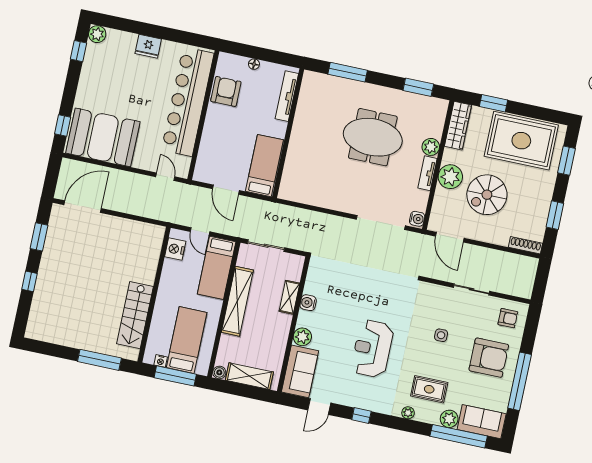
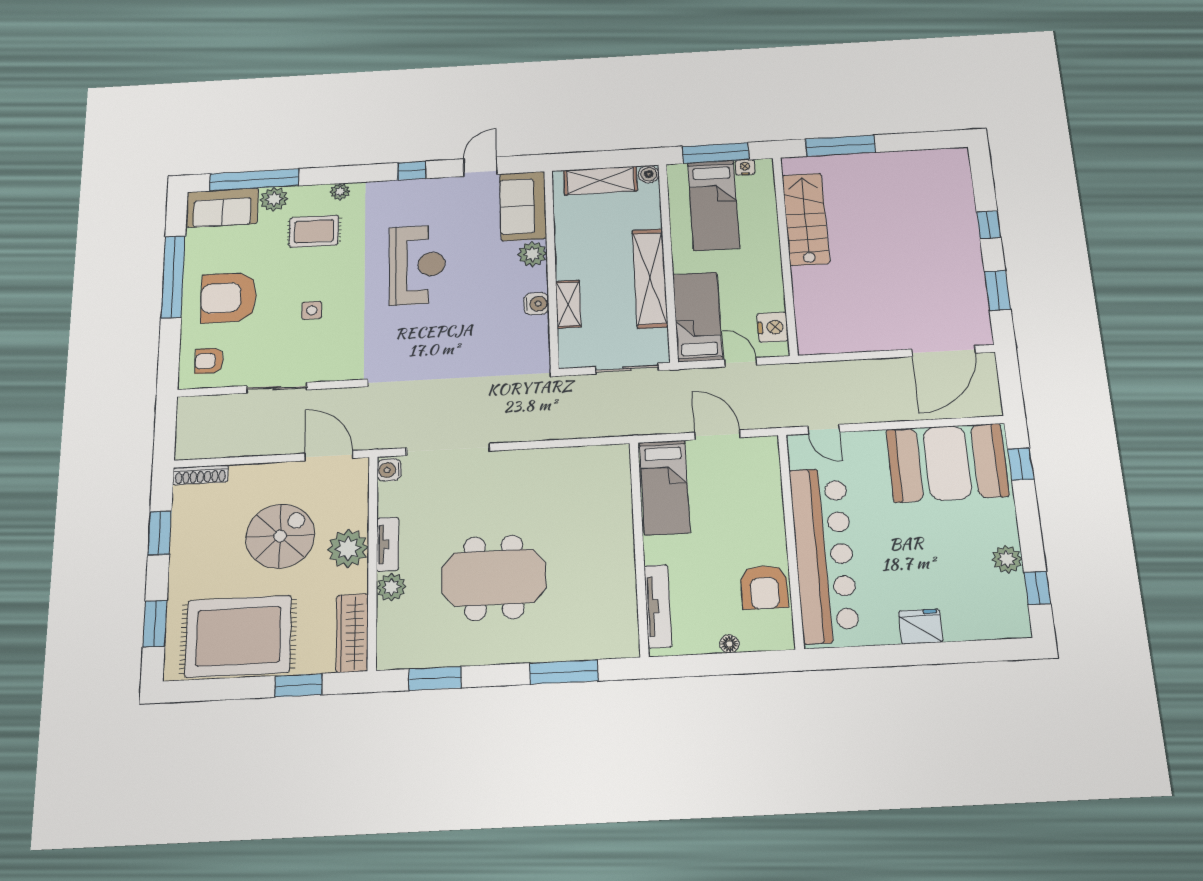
plant: (97, 34) -> (1007, 559), moved

